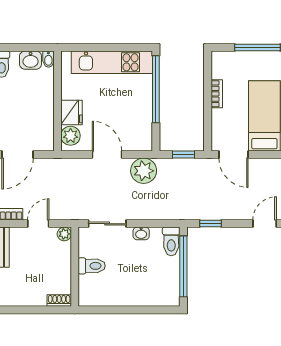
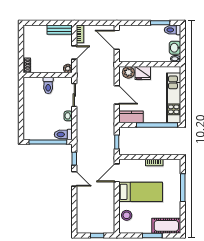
kitchen counter: (143, 131) -> (131, 117), added
door: (107, 154) -> (117, 95), hinge flipped
plant: (144, 171) -> (107, 117), removed
door: (38, 224) -> (74, 52), hinge flipped
door: (265, 224) -> (74, 179), moved

